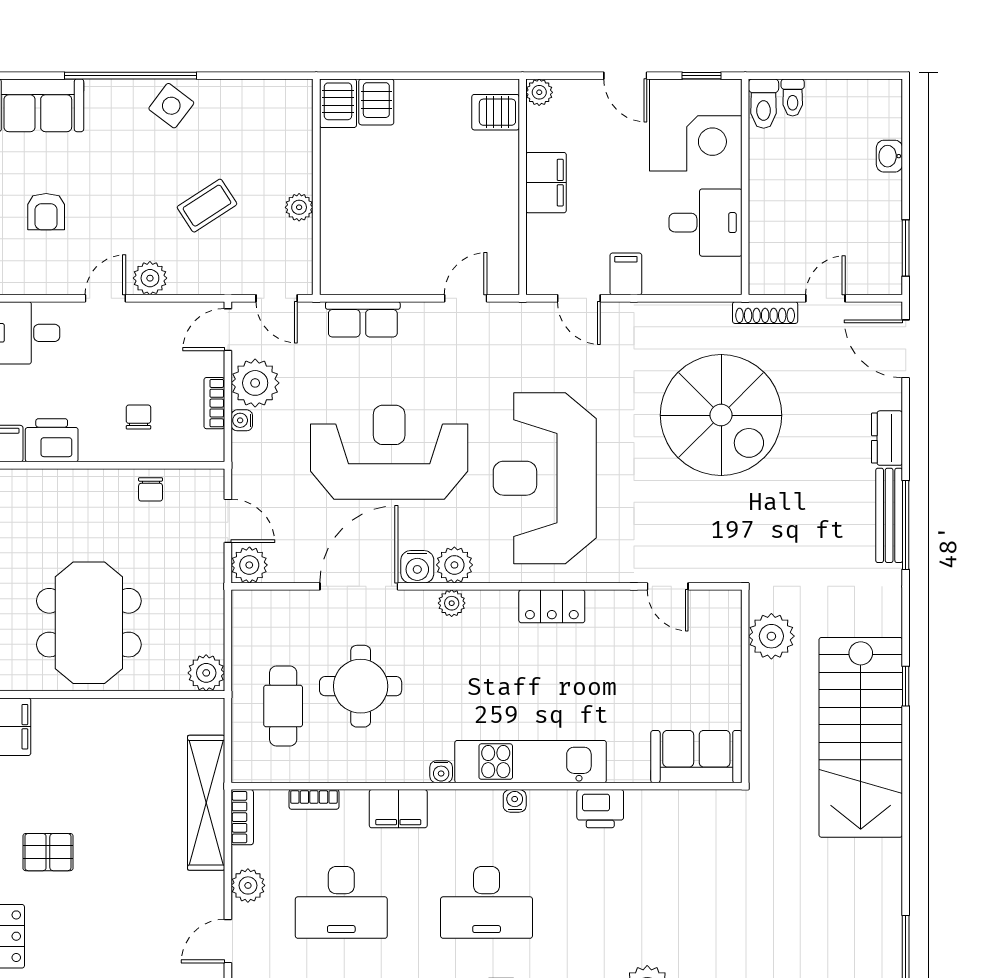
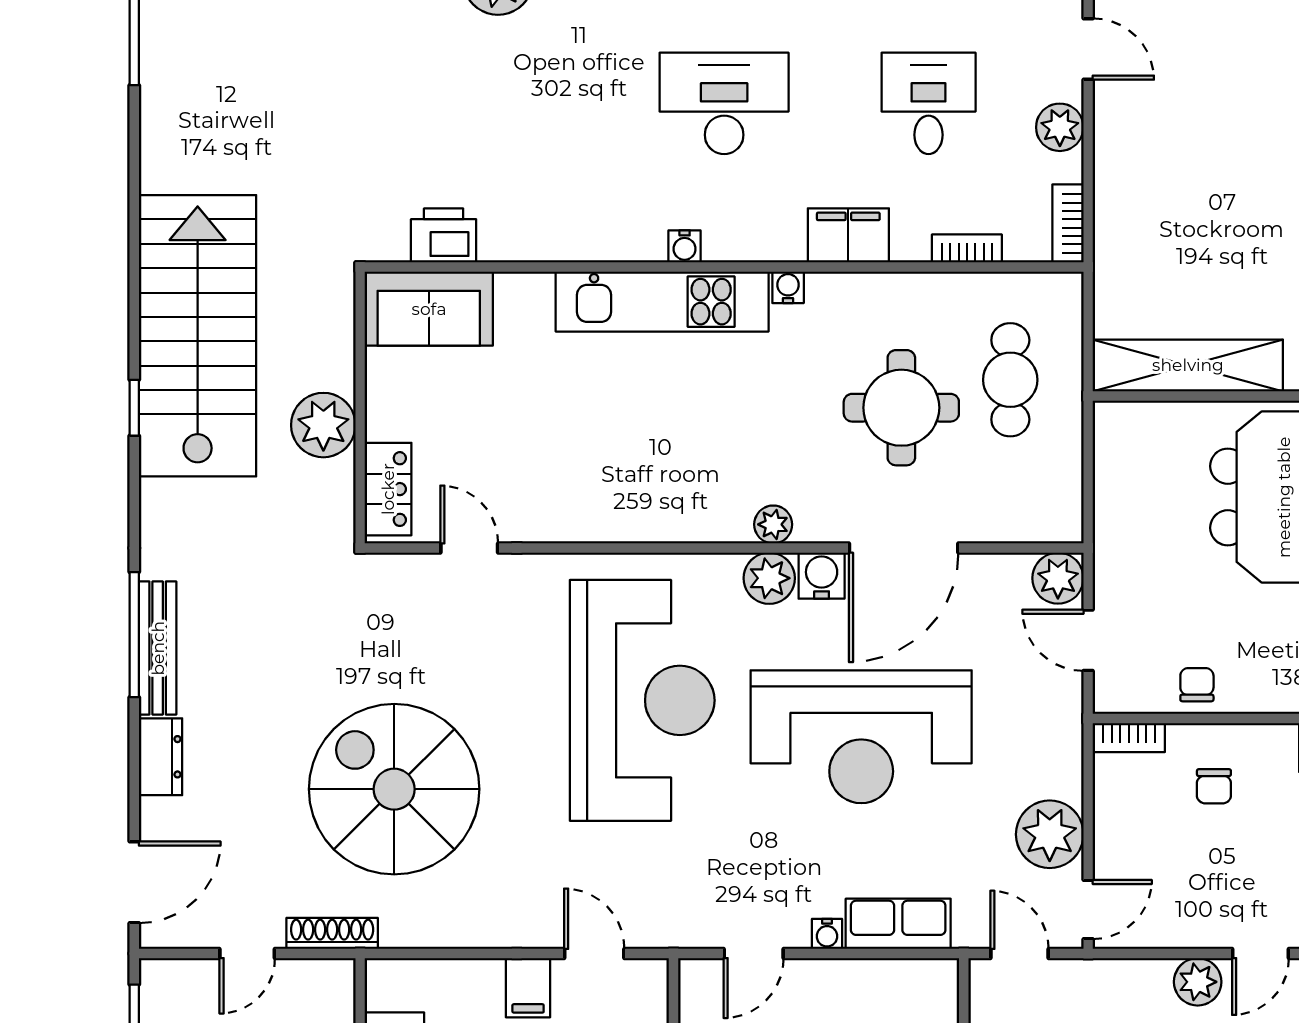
door: (906, 349) -> (134, 882), hinge flipped
bookcase: (214, 403) -> (1129, 738), moved, turned 90
water cooler: (242, 420) -> (827, 934), moved, turned 90
locker: (552, 606) -> (388, 489), moved, turned 90
plant: (771, 636) -> (323, 425), moved
plant: (206, 673) -> (1119, 426), removed
shelving: (206, 803) -> (1188, 365), moved, turned 90
printer: (600, 809) -> (444, 235), moved
desk: (341, 902) -> (929, 103), width x0.73
door: (228, 941) -> (1088, 49), hinge flipped

